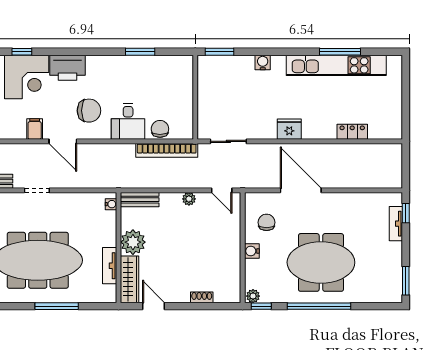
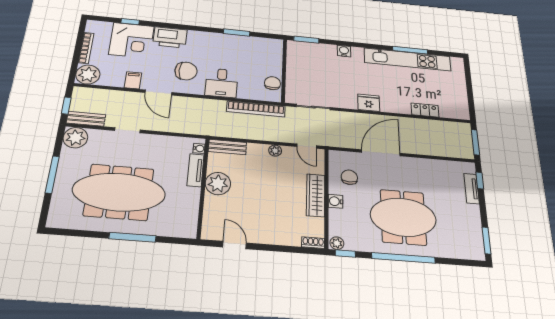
chair: (160, 129) -> (272, 83), moved
window: (406, 167) -> (475, 142), added
door: (301, 190) -> (381, 153), hinge flipped
tv unit: (110, 266) -> (196, 170), moved
wardrobe: (129, 279) -> (316, 195), moved, turned 180
shoe rack: (202, 297) -> (313, 243), moved

